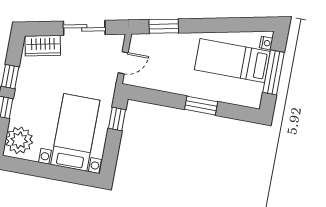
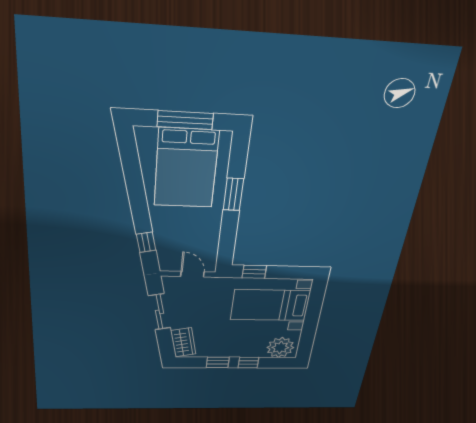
window: (164, 26) -> (146, 242), width x0.67
nightstand: (266, 43) -> (149, 133), removed
bed: (232, 61) -> (186, 168), width x1.50

